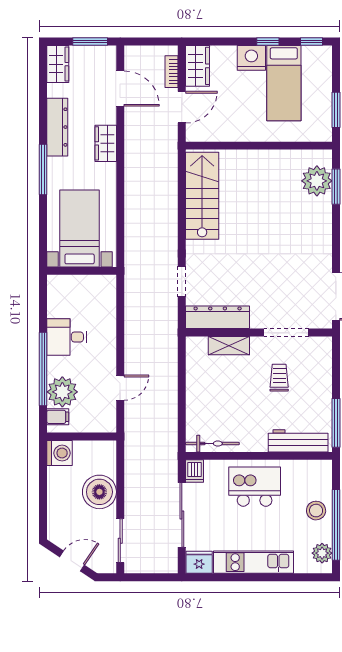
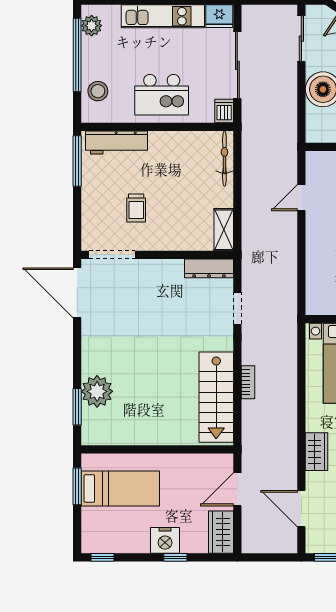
window: (268, 42) -> (175, 557), moved
bookcase: (172, 72) -> (248, 382), moved
bed: (284, 83) -> (120, 488), moved, turned 90
plant: (317, 181) -> (97, 391), moved
dresser: (218, 317) -> (209, 268), width x0.73, depth x0.80
doorway: (286, 333) -> (112, 255), moved
shelving: (229, 346) -> (224, 230), moved, turned 90
bicycle: (212, 444) -> (224, 159), moved, turned 90
stool: (316, 511) -> (98, 91), moved

